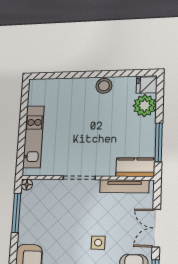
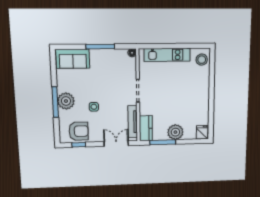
stool: (104, 86) -> (202, 60), moved
plant: (145, 106) -> (175, 132), moved
window: (16, 213) -> (100, 47), moved
double door: (156, 228) -> (116, 144), moved

